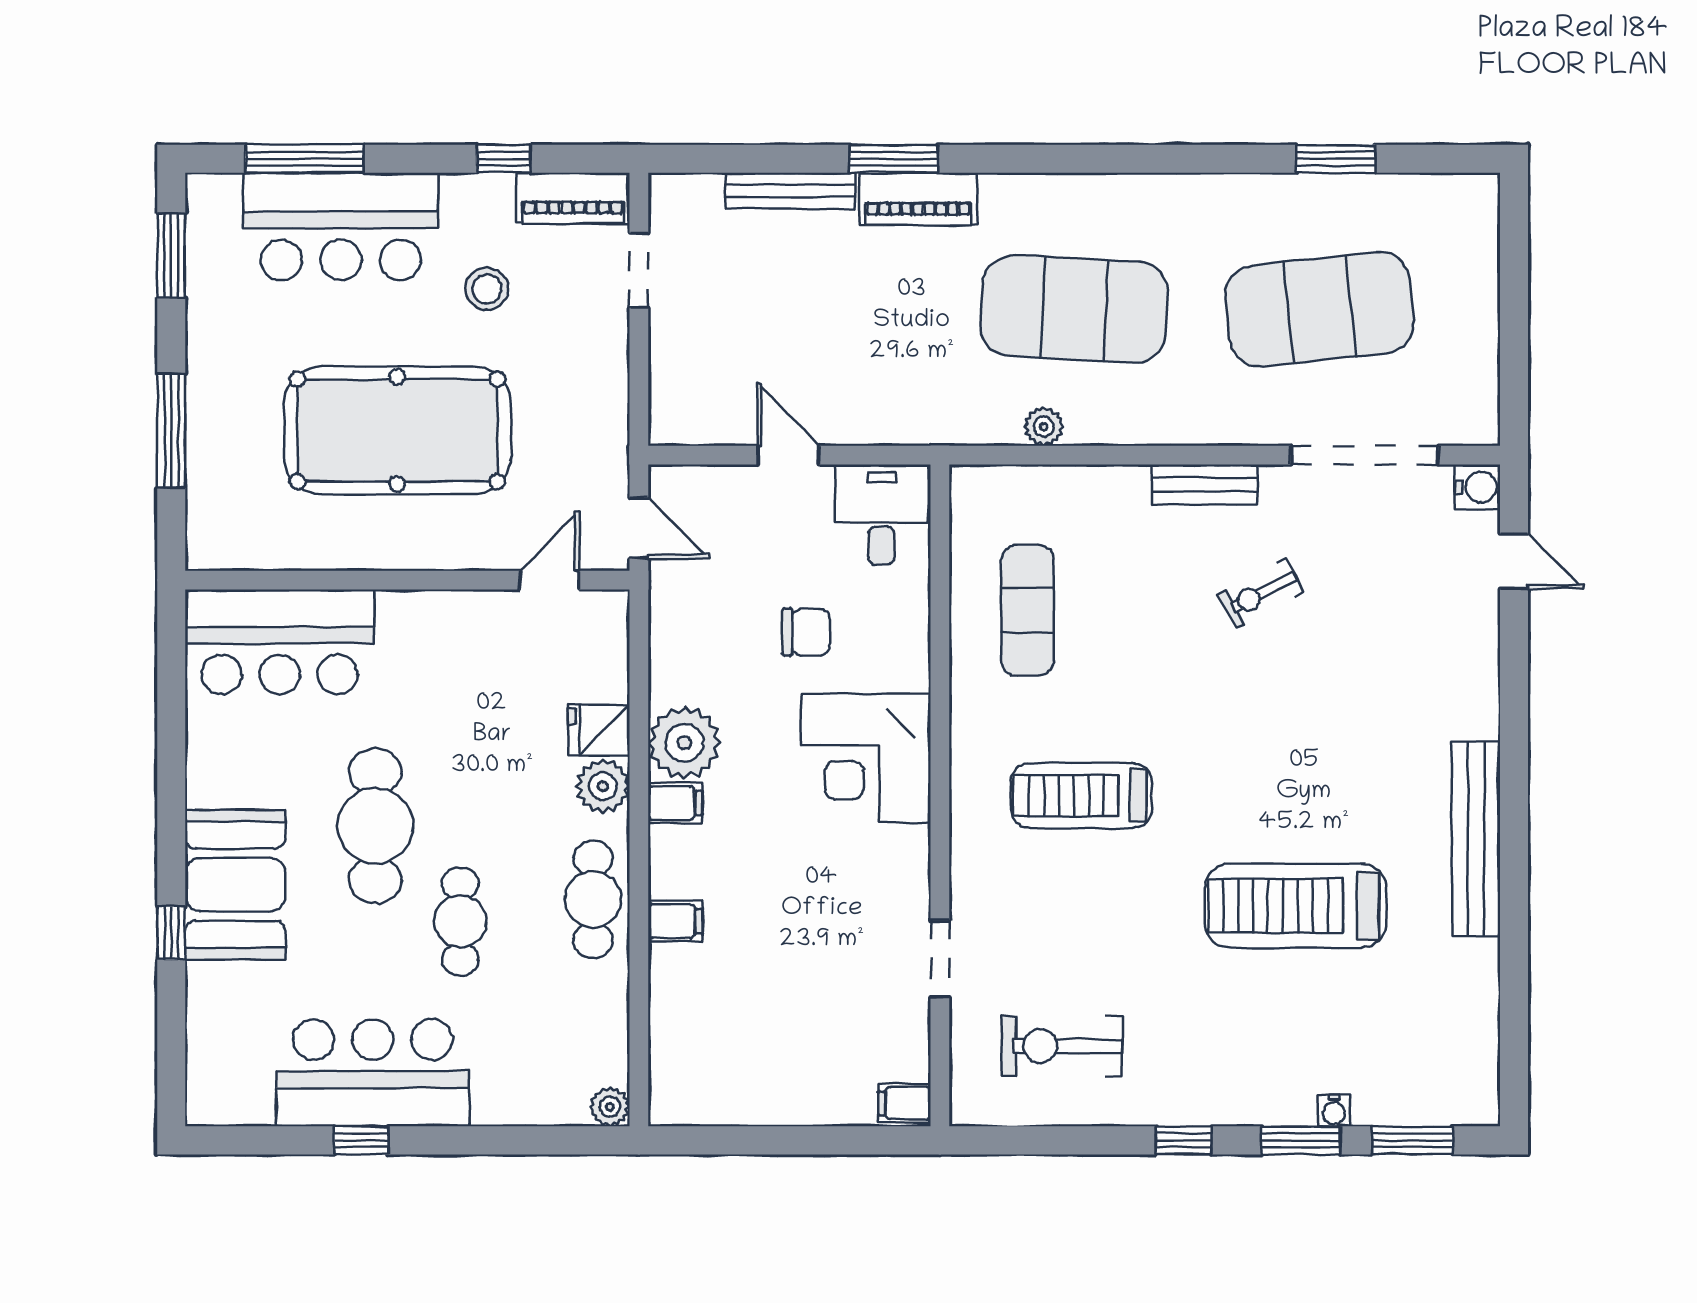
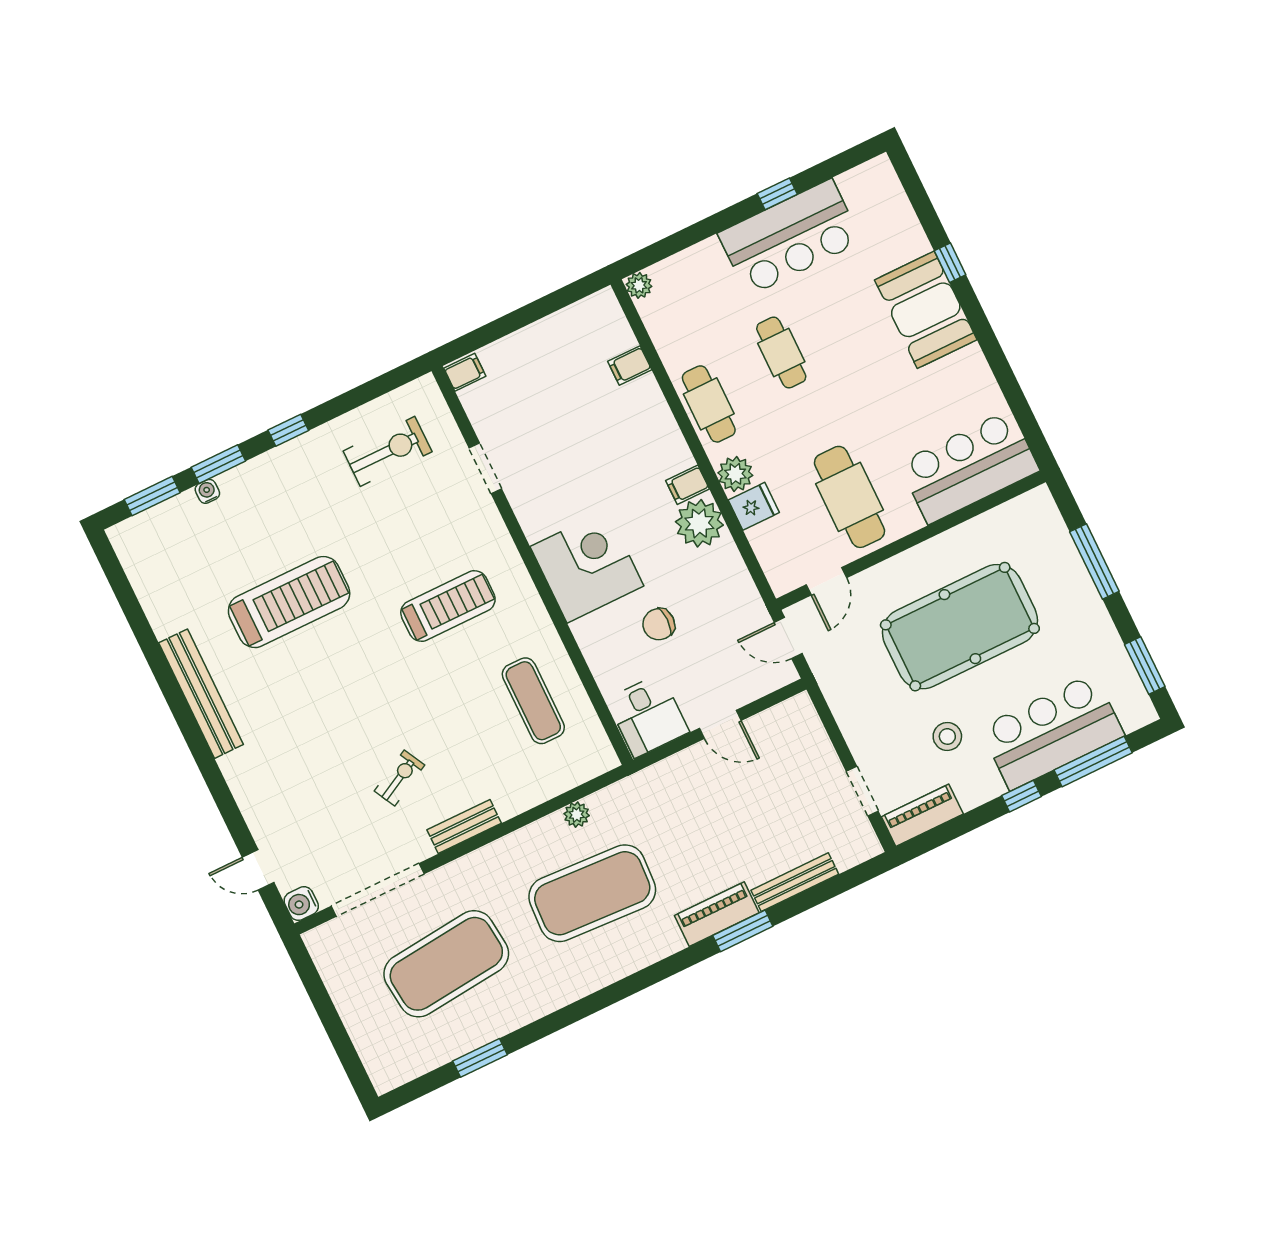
window: (504, 159) -> (1022, 796), moved
cafe table: (375, 826) -> (849, 497), moved
filing cabinet: (675, 921) -> (630, 365), moved

